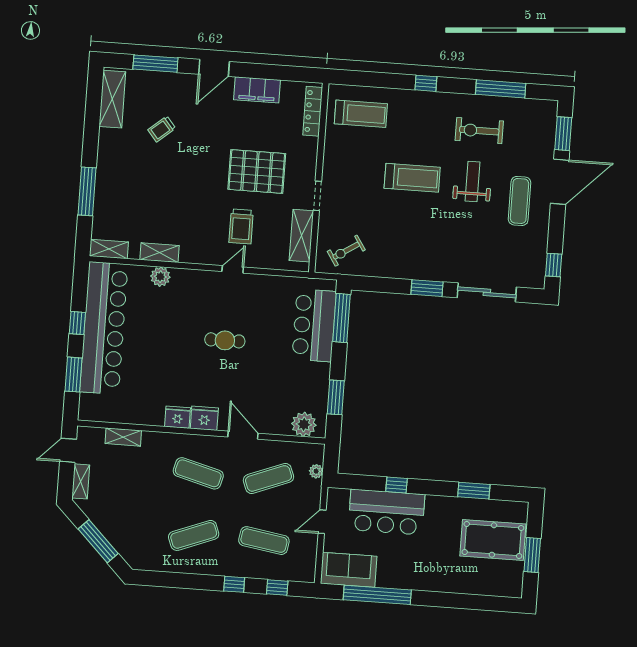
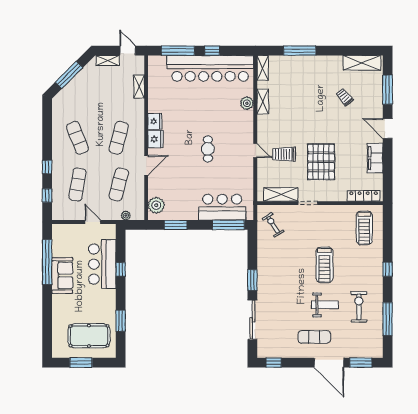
window: (74, 375) -> (178, 51), width x1.44
exercise mat: (268, 478) -> (119, 184), turned 36
pool table: (493, 540) -> (89, 336), turned 90
sofa: (349, 570) -> (62, 275), moved

